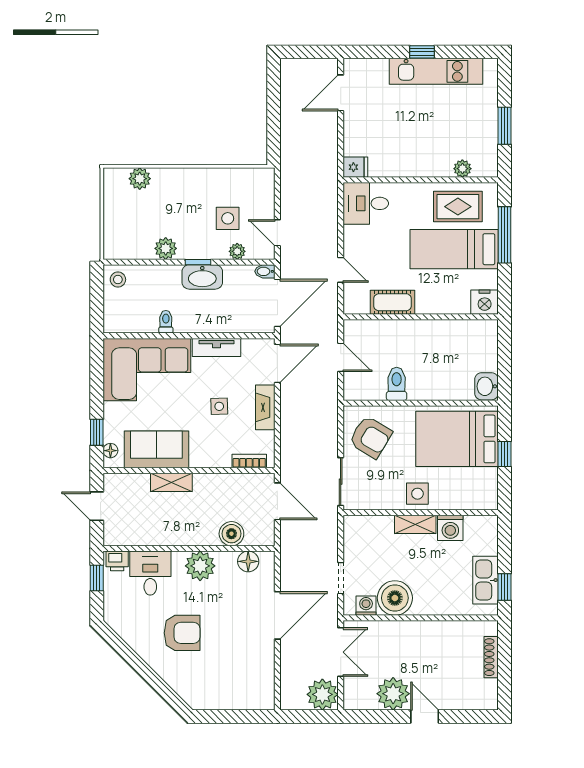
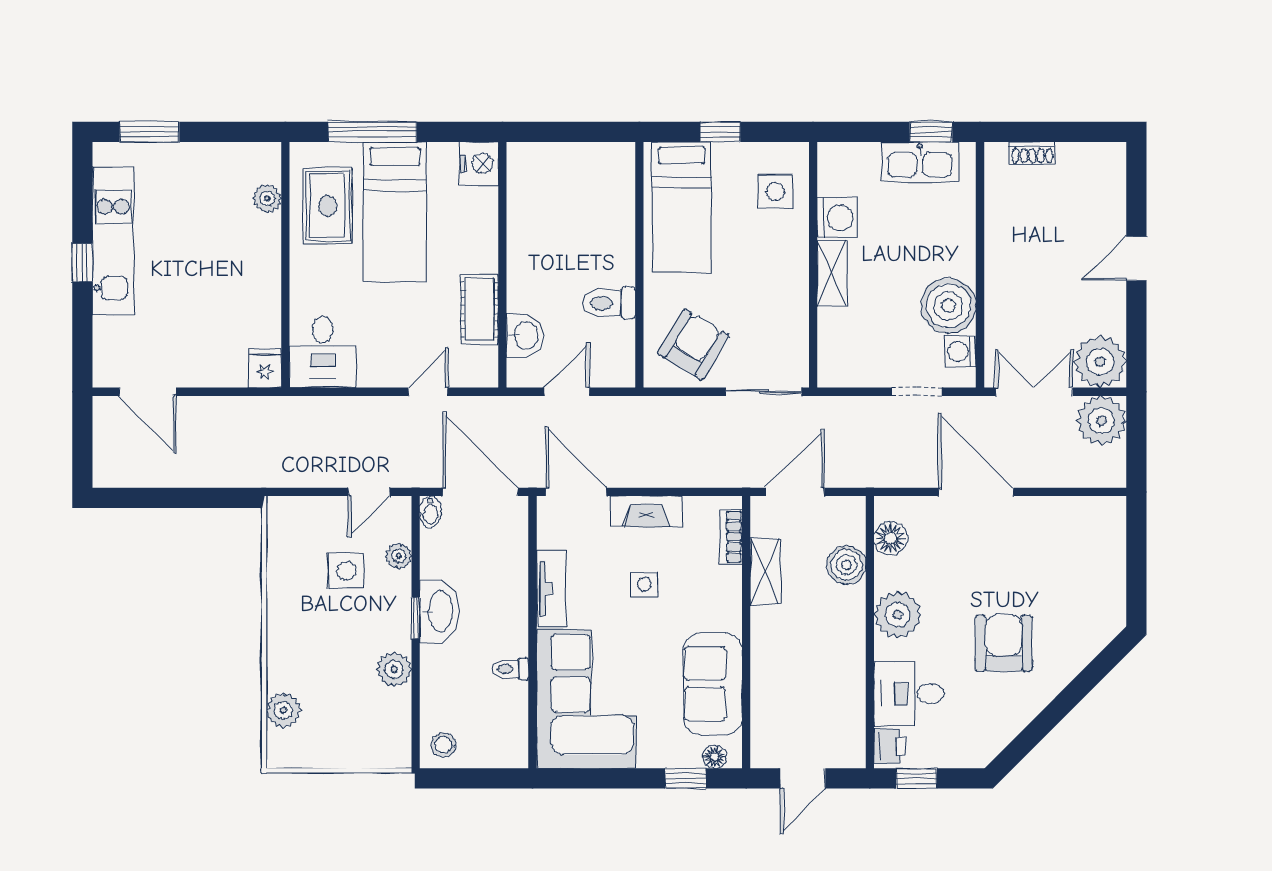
window: (504, 126) -> (149, 132), moved
washbasin: (486, 386) -> (525, 336), moved, turned -90
bed: (457, 439) -> (682, 207), width x0.67
shelving: (171, 482) -> (765, 571), moved
side table: (417, 494) -> (775, 192), moved
shoe rack: (491, 657) -> (1032, 153), width x0.70
plant: (393, 694) -> (1100, 362), moved

